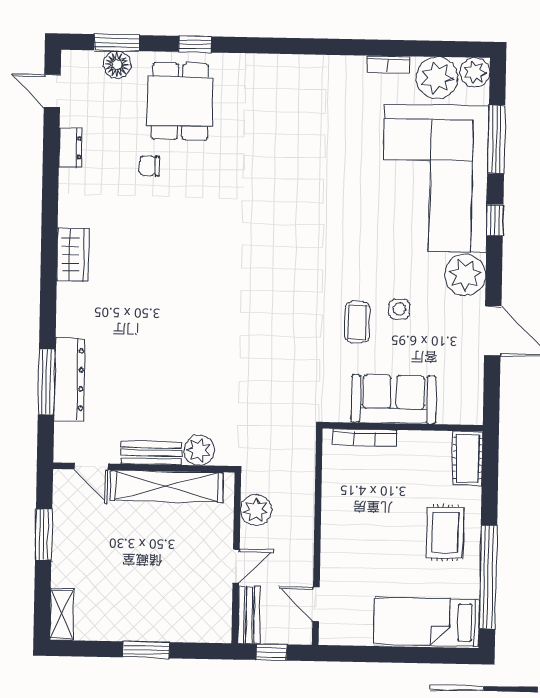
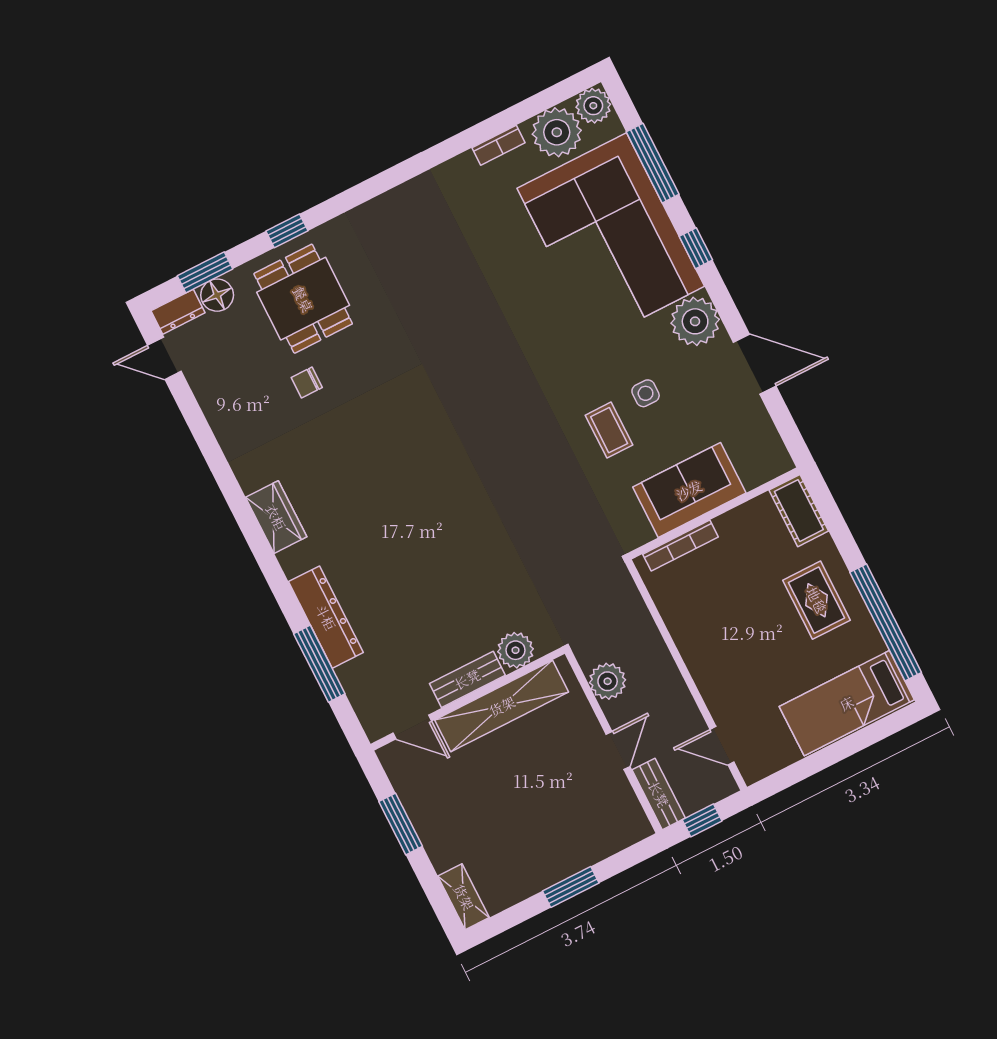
dresser: (70, 148) -> (178, 312), moved, turned 90
dresser: (69, 379) -> (326, 617), moved

